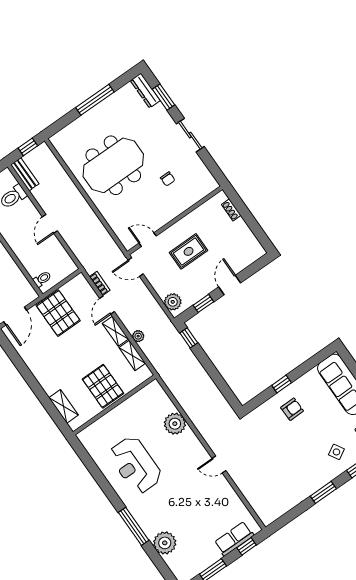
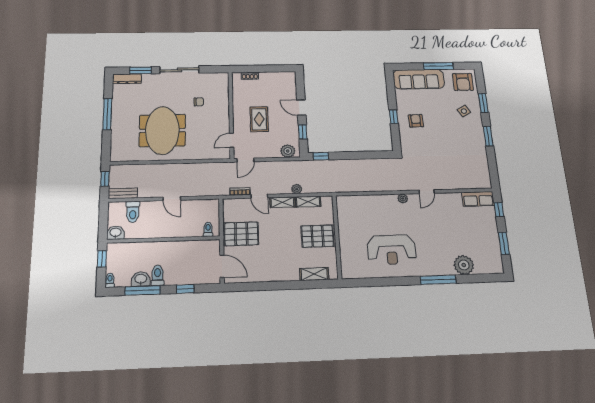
sliding door: (190, 135) -> (179, 70), width x1.37
plant: (175, 424) -> (403, 198), moved, width x0.53, depth x0.53
row of seats: (234, 539) -> (478, 199), moved, turned -90

